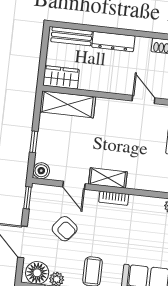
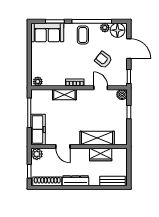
dresser: (113, 42) -> (76, 181), moved
wardrobe: (61, 77) -> (101, 154), moved
shelving: (68, 104) -> (97, 138), moved
shelving: (108, 178) -> (64, 95), moved

